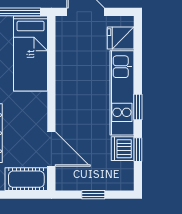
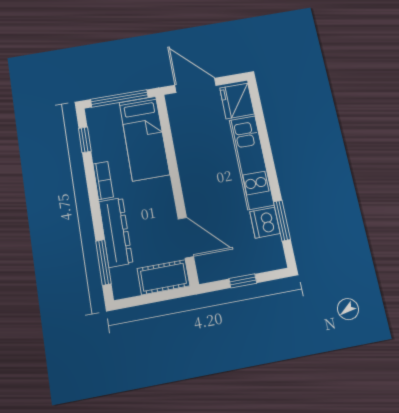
fridge: (121, 38) -> (237, 101), width x1.38
window: (138, 107) -> (272, 174), removed
window: (138, 150) -> (282, 221), width x1.50

